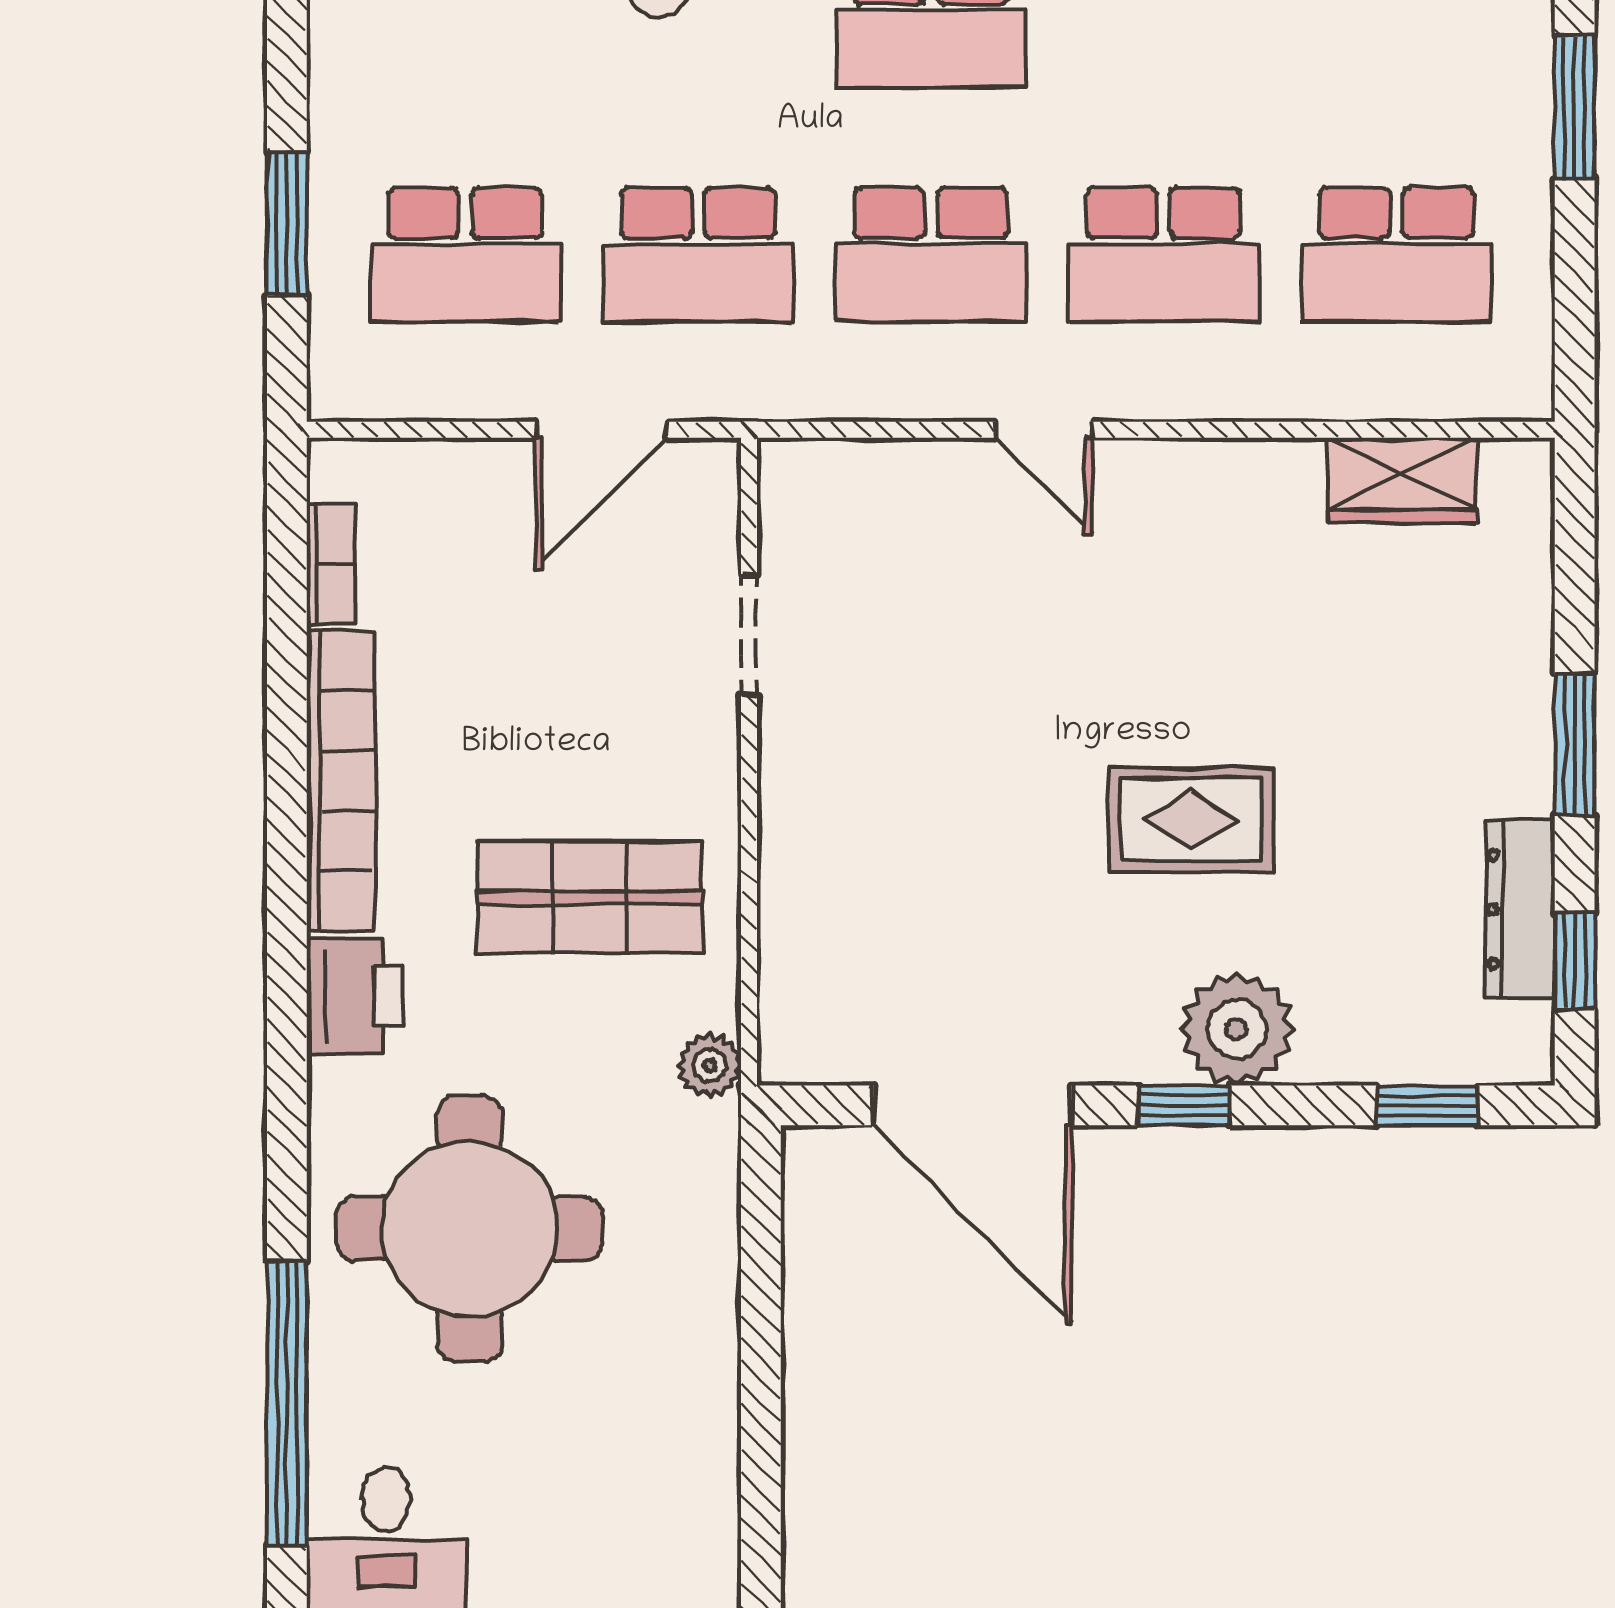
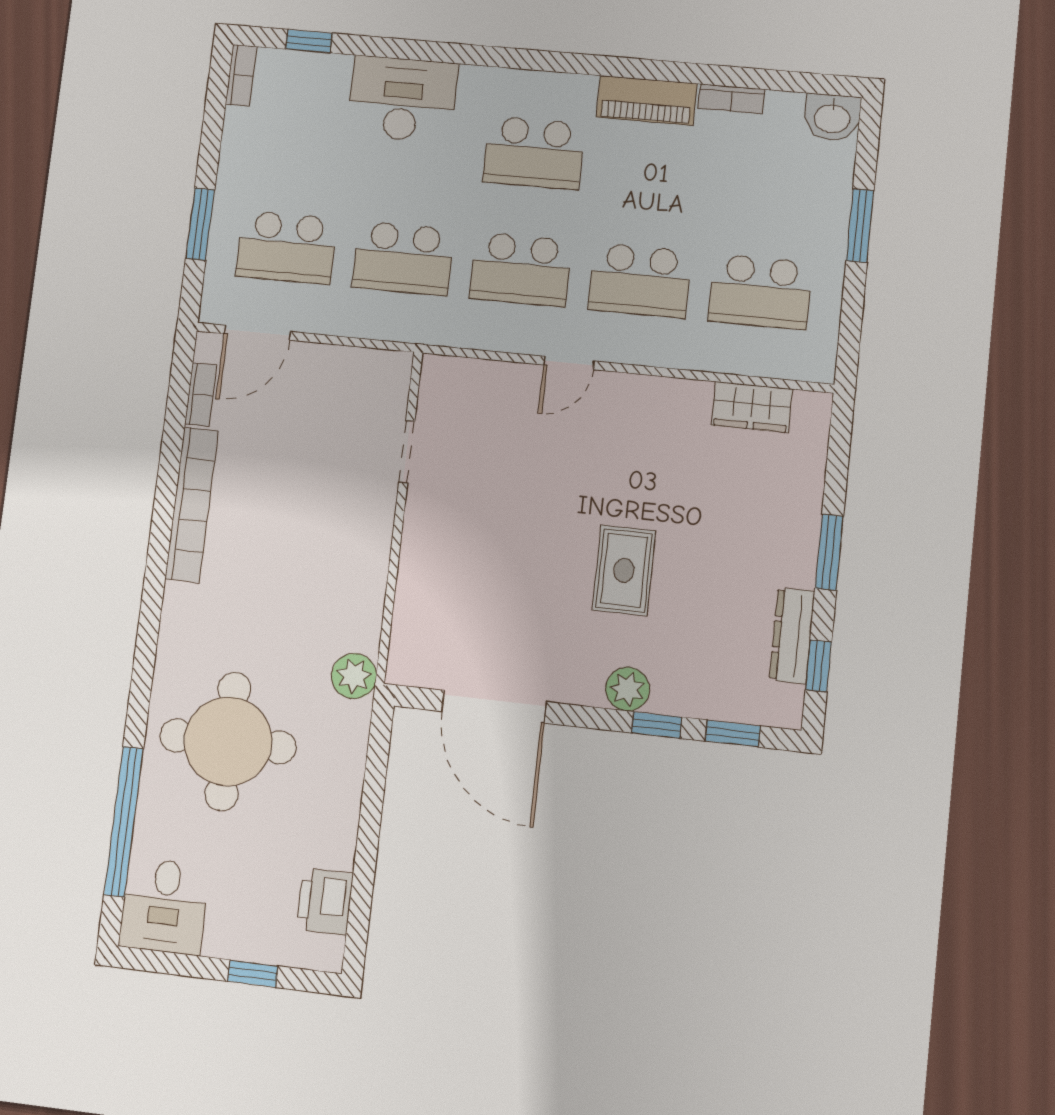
door: (601, 430) -> (257, 333), moved
door: (1044, 430) -> (569, 363), hinge flipped
rug: (1191, 820) -> (624, 570), turned 90
shop shelf: (589, 897) -> (310, 577), removed
printer: (355, 996) -> (325, 901), moved, turned 180
plant: (1237, 1029) -> (628, 689), width x0.73, depth x0.73
plant: (709, 1065) -> (354, 676), width x1.38, depth x1.38
window: (1184, 1105) -> (657, 725), moved

